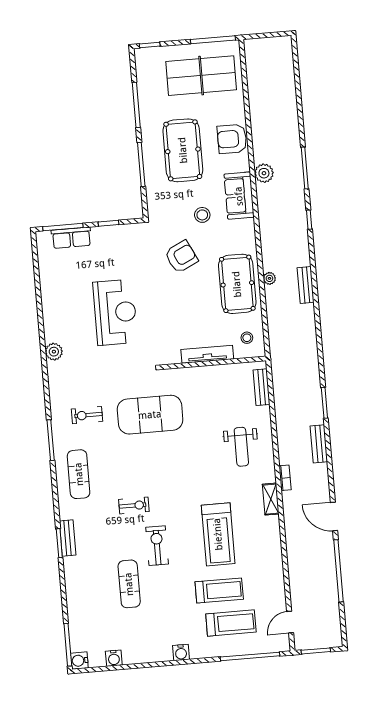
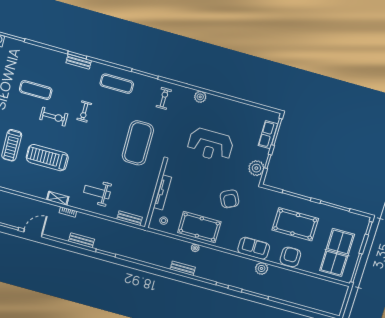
stool: (202, 215) -> (250, 221), removed
plant: (124, 236) -> (256, 168), added
exercise bike: (87, 415) -> (164, 98), moved

